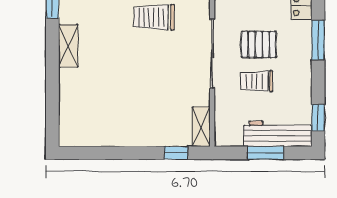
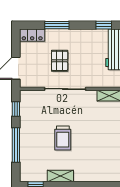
trolley: (154, 17) -> (63, 138), moved
trolley: (257, 81) -> (82, 62), removed

